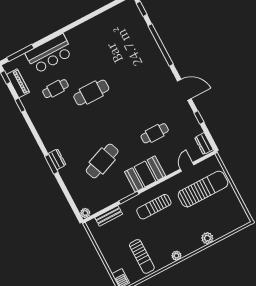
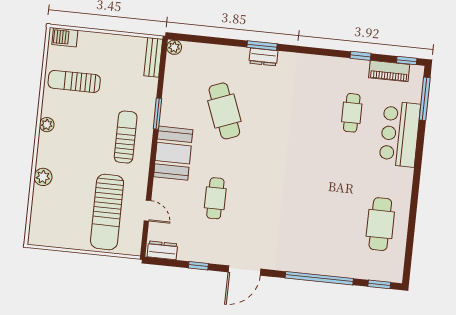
cafe table: (91, 93) -> (380, 224), moved
bench: (109, 216) -> (153, 57), moved

